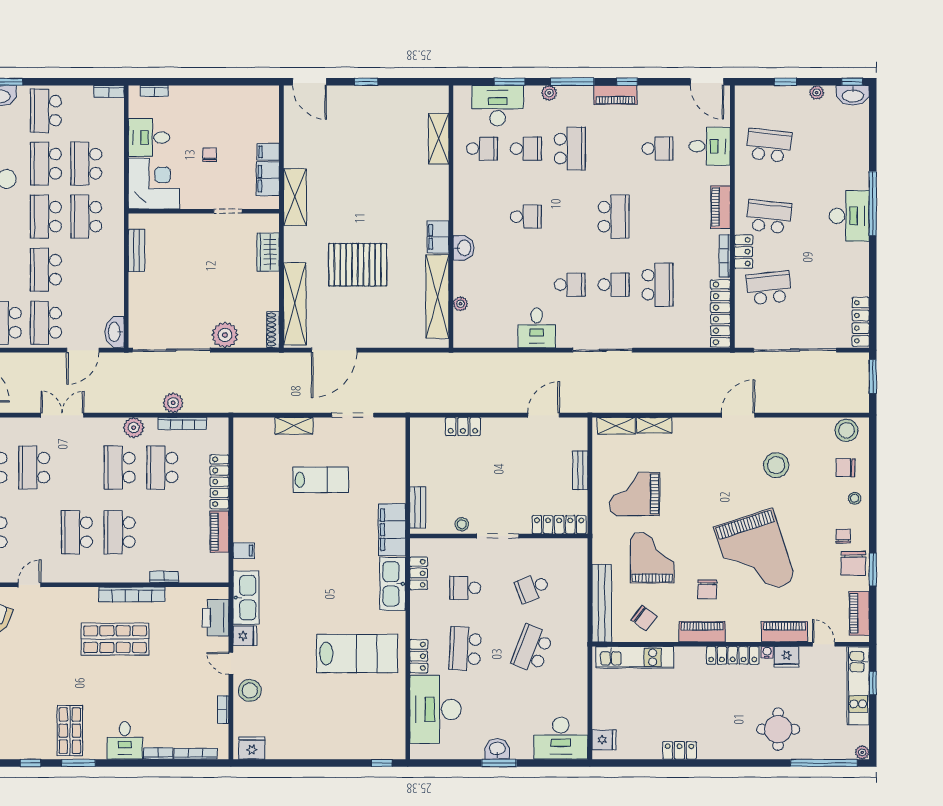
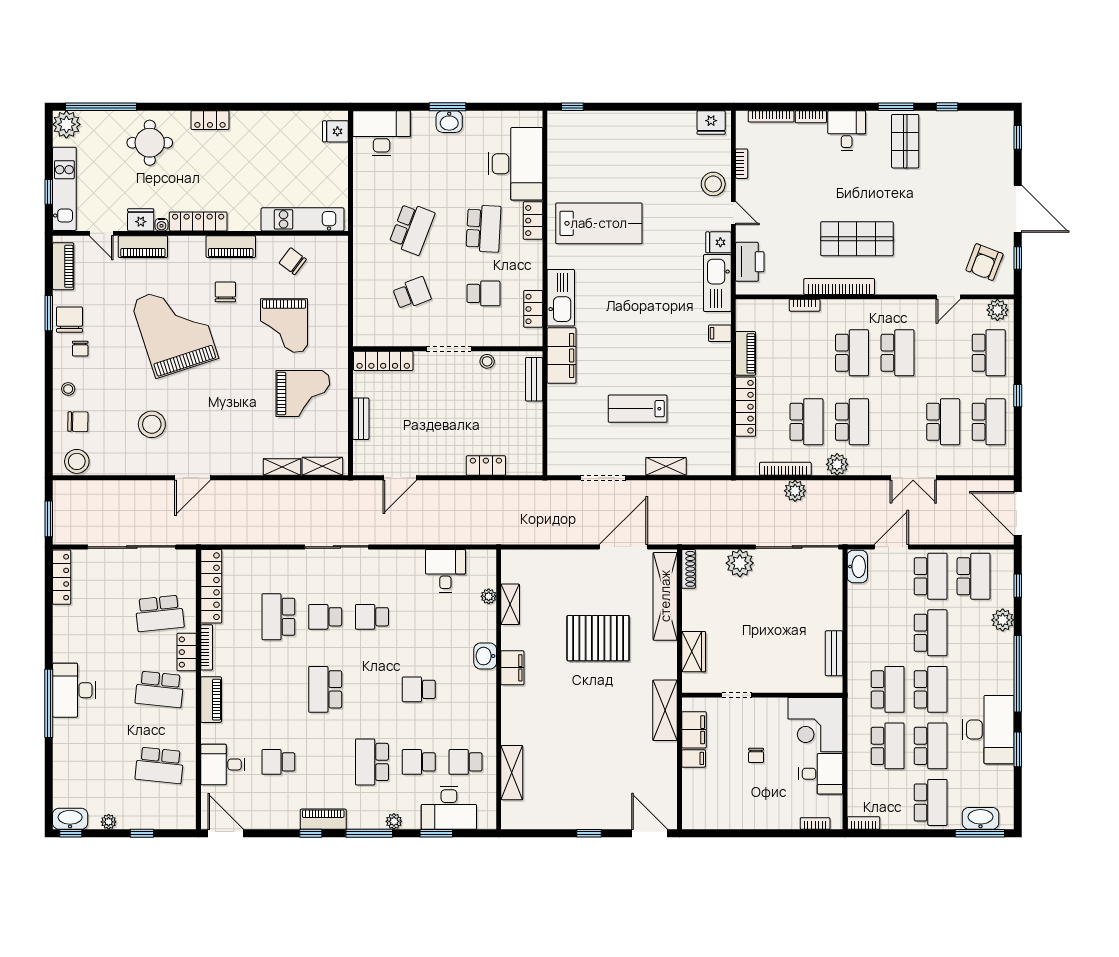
shelving: (437, 296) -> (510, 604), width x0.45, depth x0.75
desk: (537, 328) -> (445, 571), moved
bench: (602, 603) -> (338, 277), removed
lab bench: (357, 654) -> (599, 223), turned 180
locker: (680, 750) -> (210, 120), moved
plant: (862, 752) -> (66, 124), width x1.88, depth x1.88

